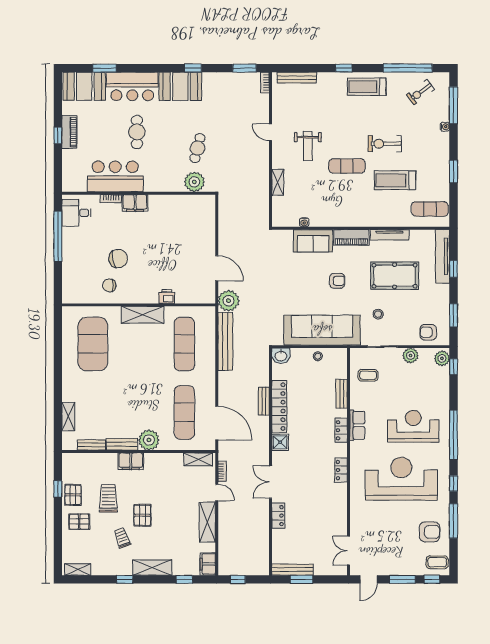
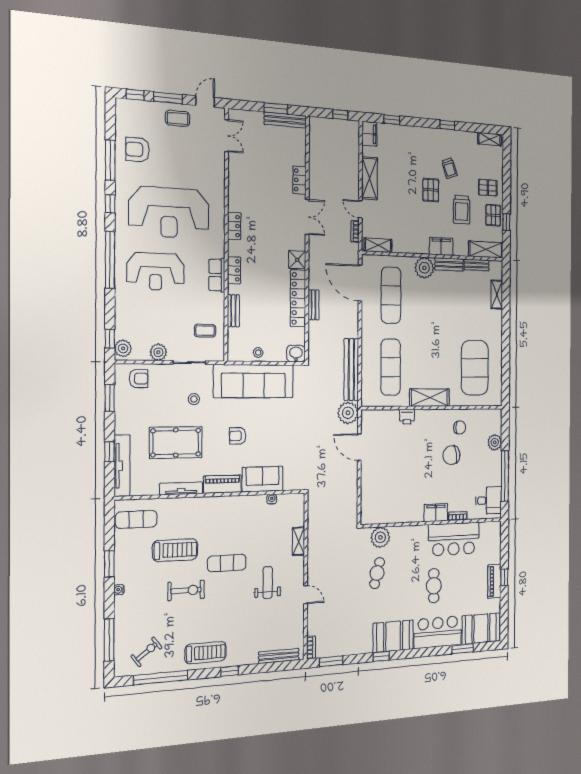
water cooler: (445, 127) -> (119, 590), moved
plant: (70, 270) -> (495, 442), added
coffee table: (437, 562) -> (178, 118), moved
shelving: (152, 568) -> (486, 250), moved

